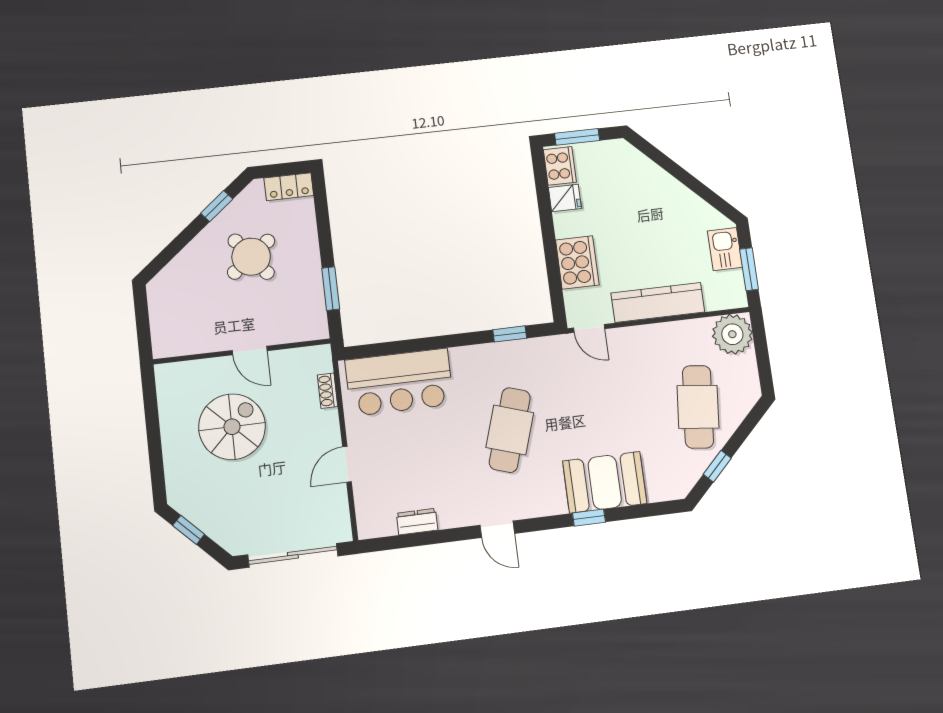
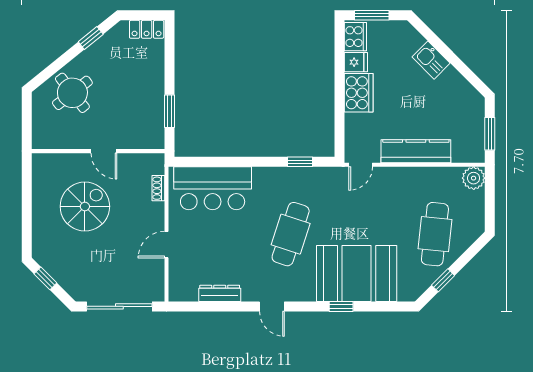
kitchen sink: (725, 249) -> (431, 60), moved, turned -45
round table: (251, 257) -> (72, 93), moved
cooker: (577, 262) -> (359, 93), moved
door: (589, 328) -> (361, 165), hinge flipped
plant: (732, 334) -> (474, 178), width x0.73, depth x0.73
booth: (605, 482) -> (357, 273), width x1.36, depth x1.42
dresser: (417, 522) -> (220, 293), width x1.44

